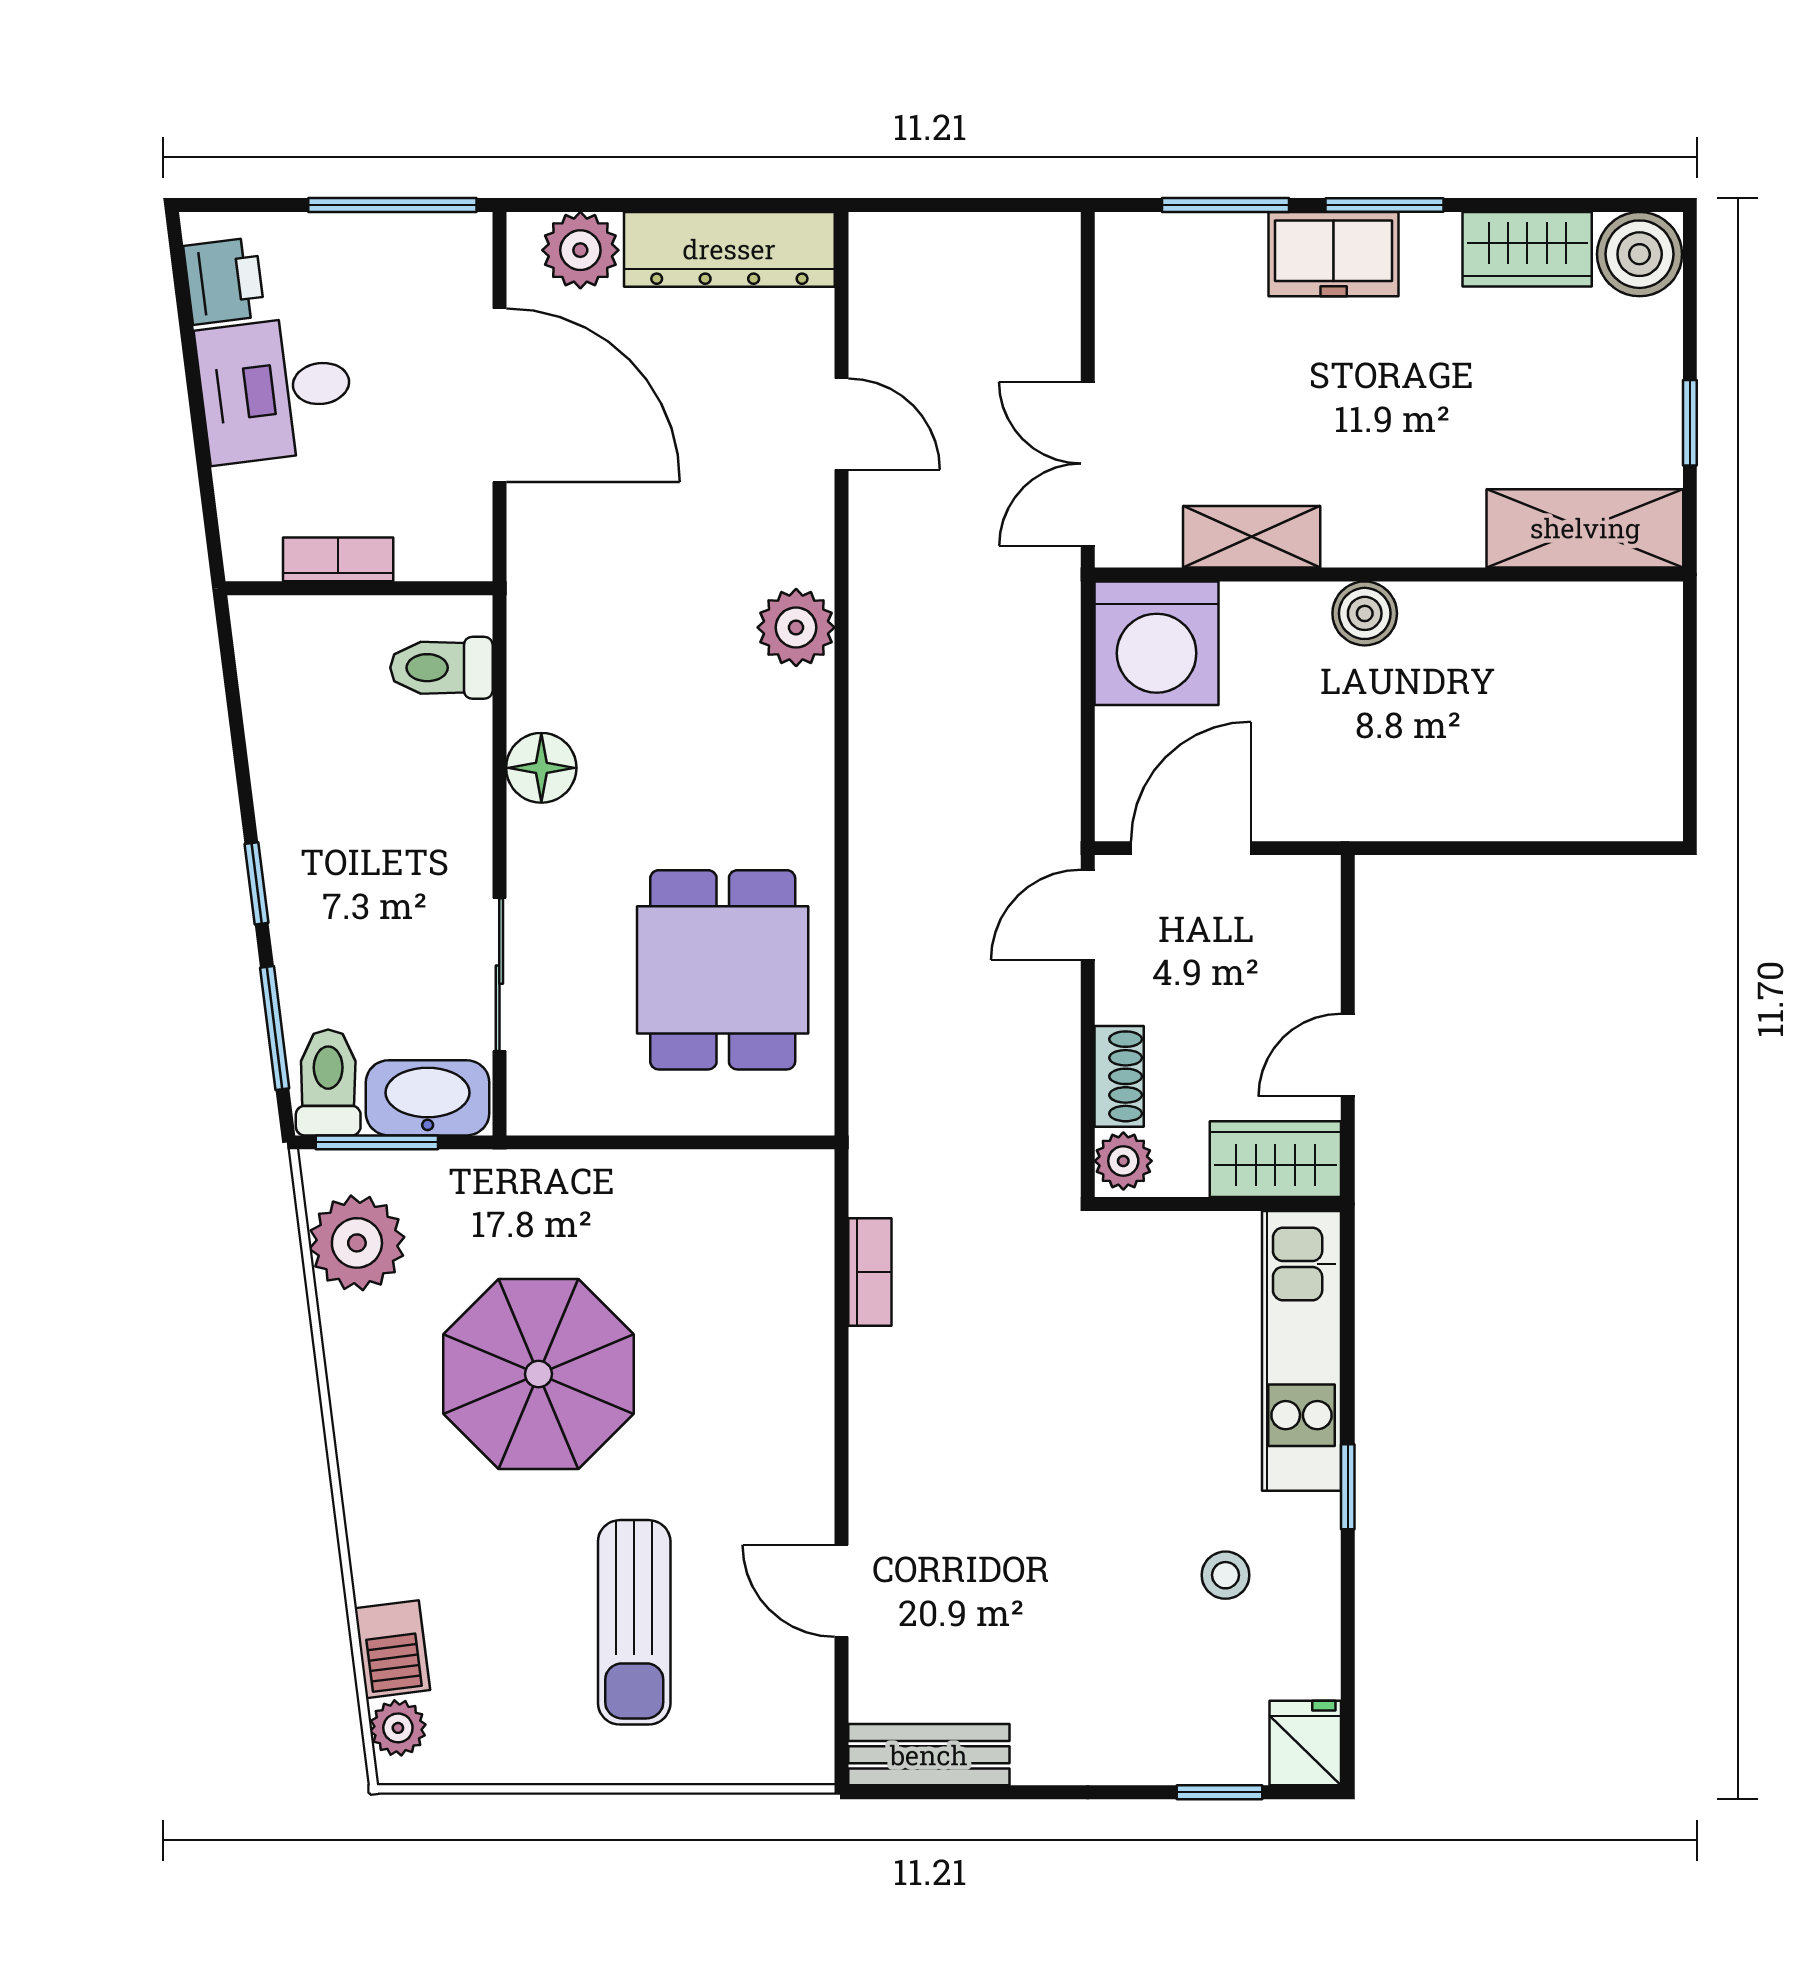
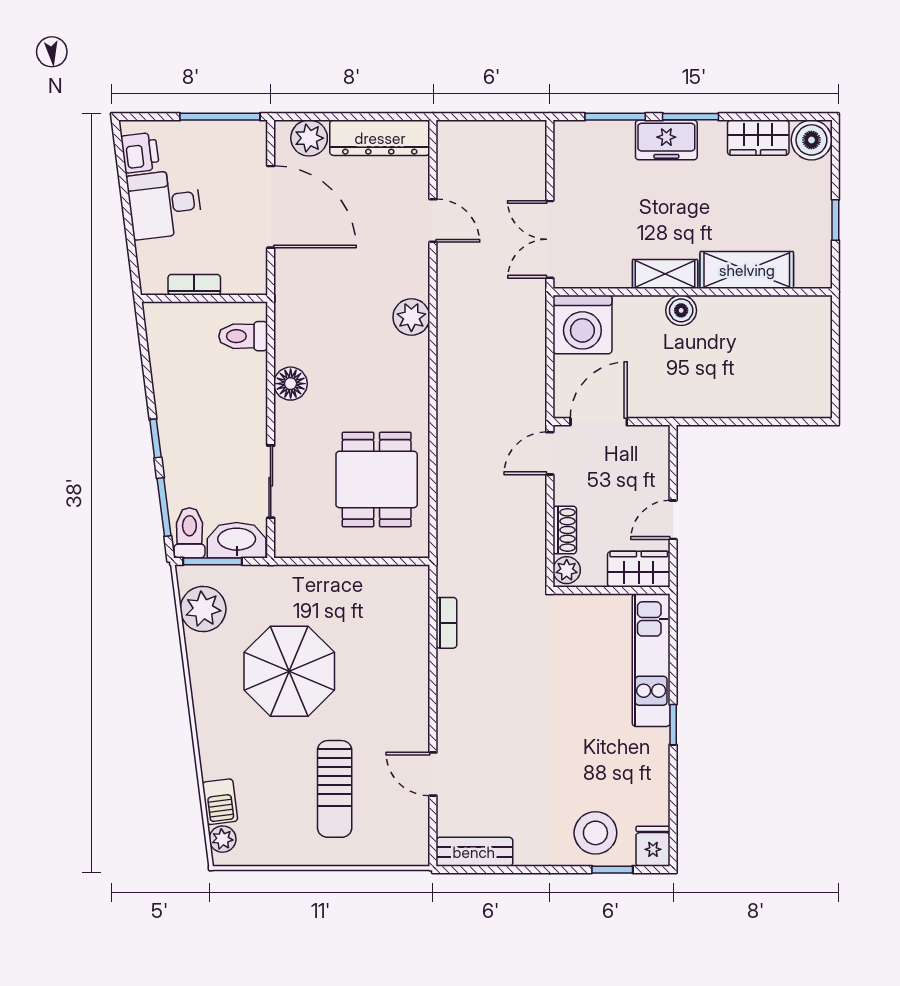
shelving: (1585, 528) -> (747, 270), moved
shelving: (1252, 537) -> (665, 274), moved
stool: (1226, 1575) -> (595, 833), moved, width x1.89, depth x1.89

